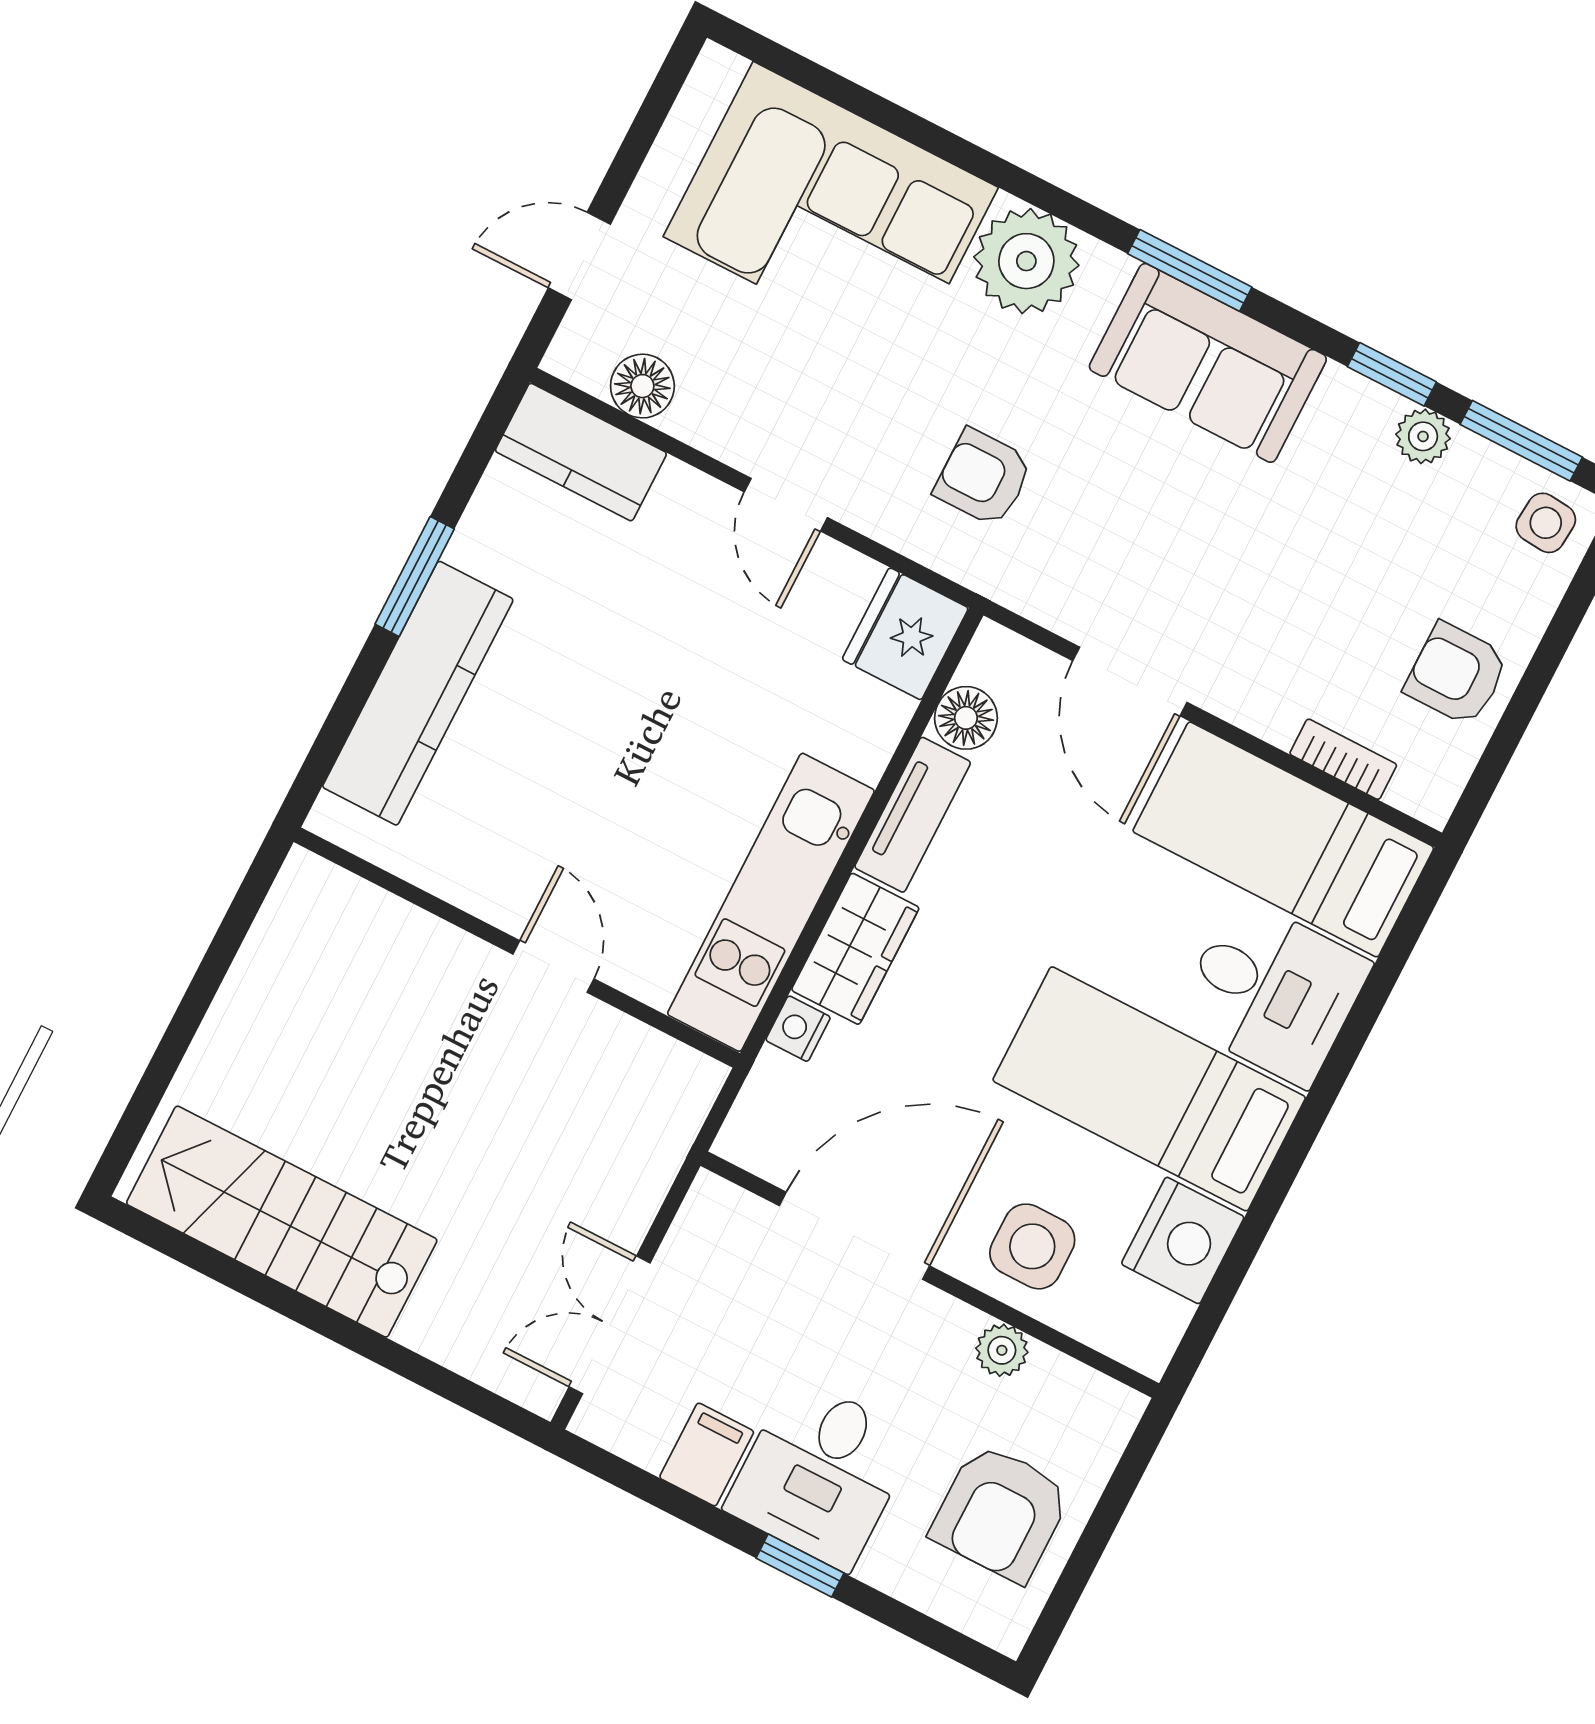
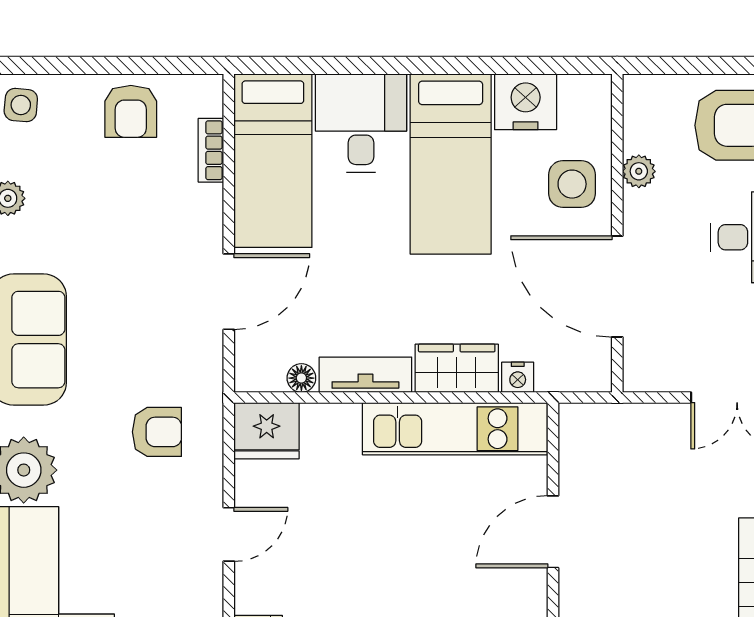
armchair: (983, 478) -> (157, 432), turned -90
floor lamp: (966, 718) -> (301, 378), width x0.73, depth x0.73
door: (553, 966) -> (553, 532), width x1.38

